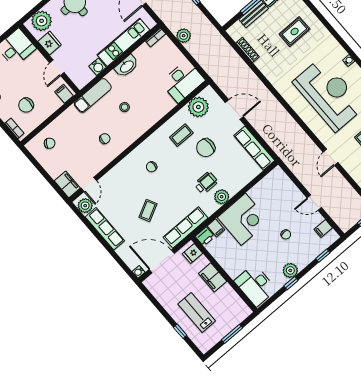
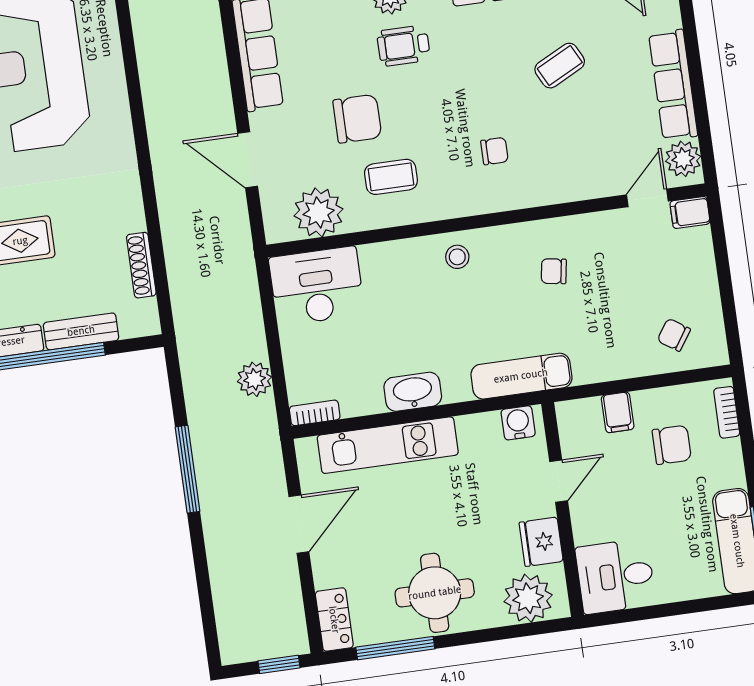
water cooler: (98, 67) -> (518, 423), moved
filing cabinet: (64, 94) -> (618, 412), moved
stool: (125, 107) -> (457, 257), moved
filing cabinet: (67, 184) -> (690, 212), width x0.50

